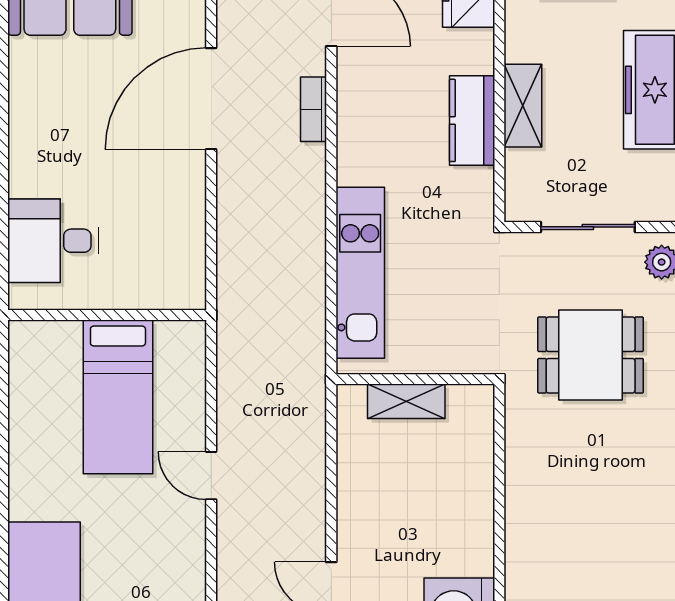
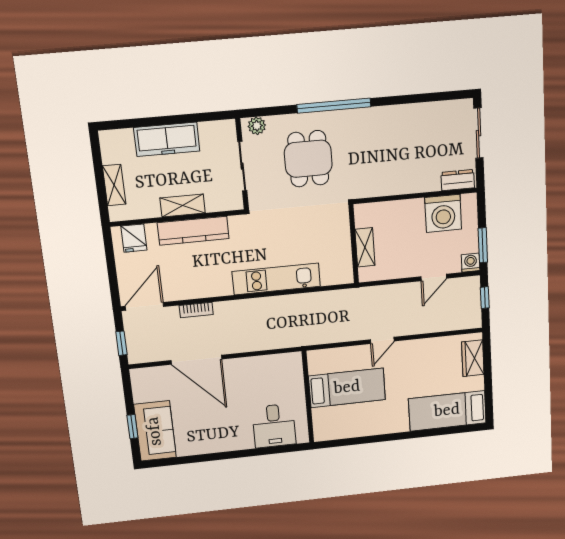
kitchen counter: (472, 120) -> (193, 231), width x1.50
wall: (415, 379) -> (354, 244), moved
shelving: (406, 401) -> (365, 247), moved

